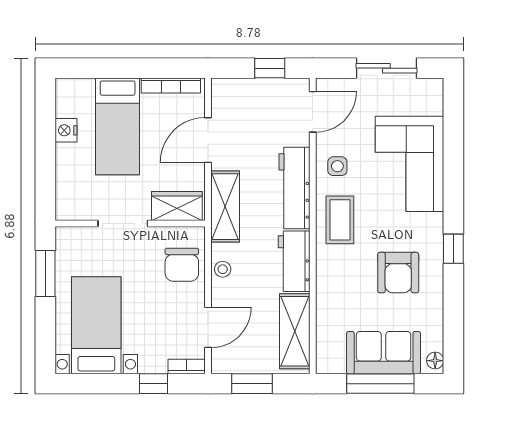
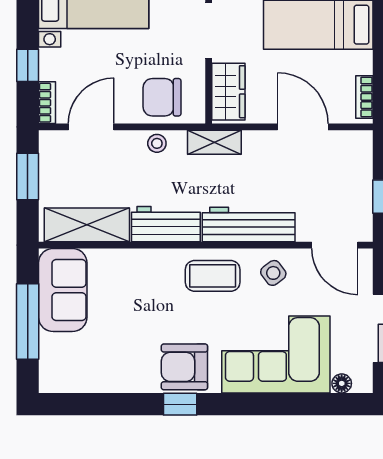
bookcase: (171, 85) -> (364, 97), width x0.64
side table: (337, 166) -> (273, 273), turned -37
shelving: (225, 207) -> (214, 142), width x0.67, depth x0.75
armchair: (398, 273) -> (184, 367), moved
door: (208, 327) -> (91, 127), swing flipped
sofa: (384, 353) -> (63, 290), moved
floor lamp: (435, 361) -> (342, 383), moved

